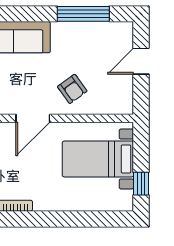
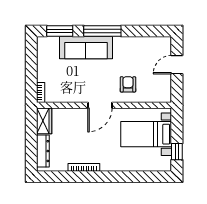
window: (83, 14) -> (102, 31), moved
armchair: (72, 89) -> (128, 84), turned -144

